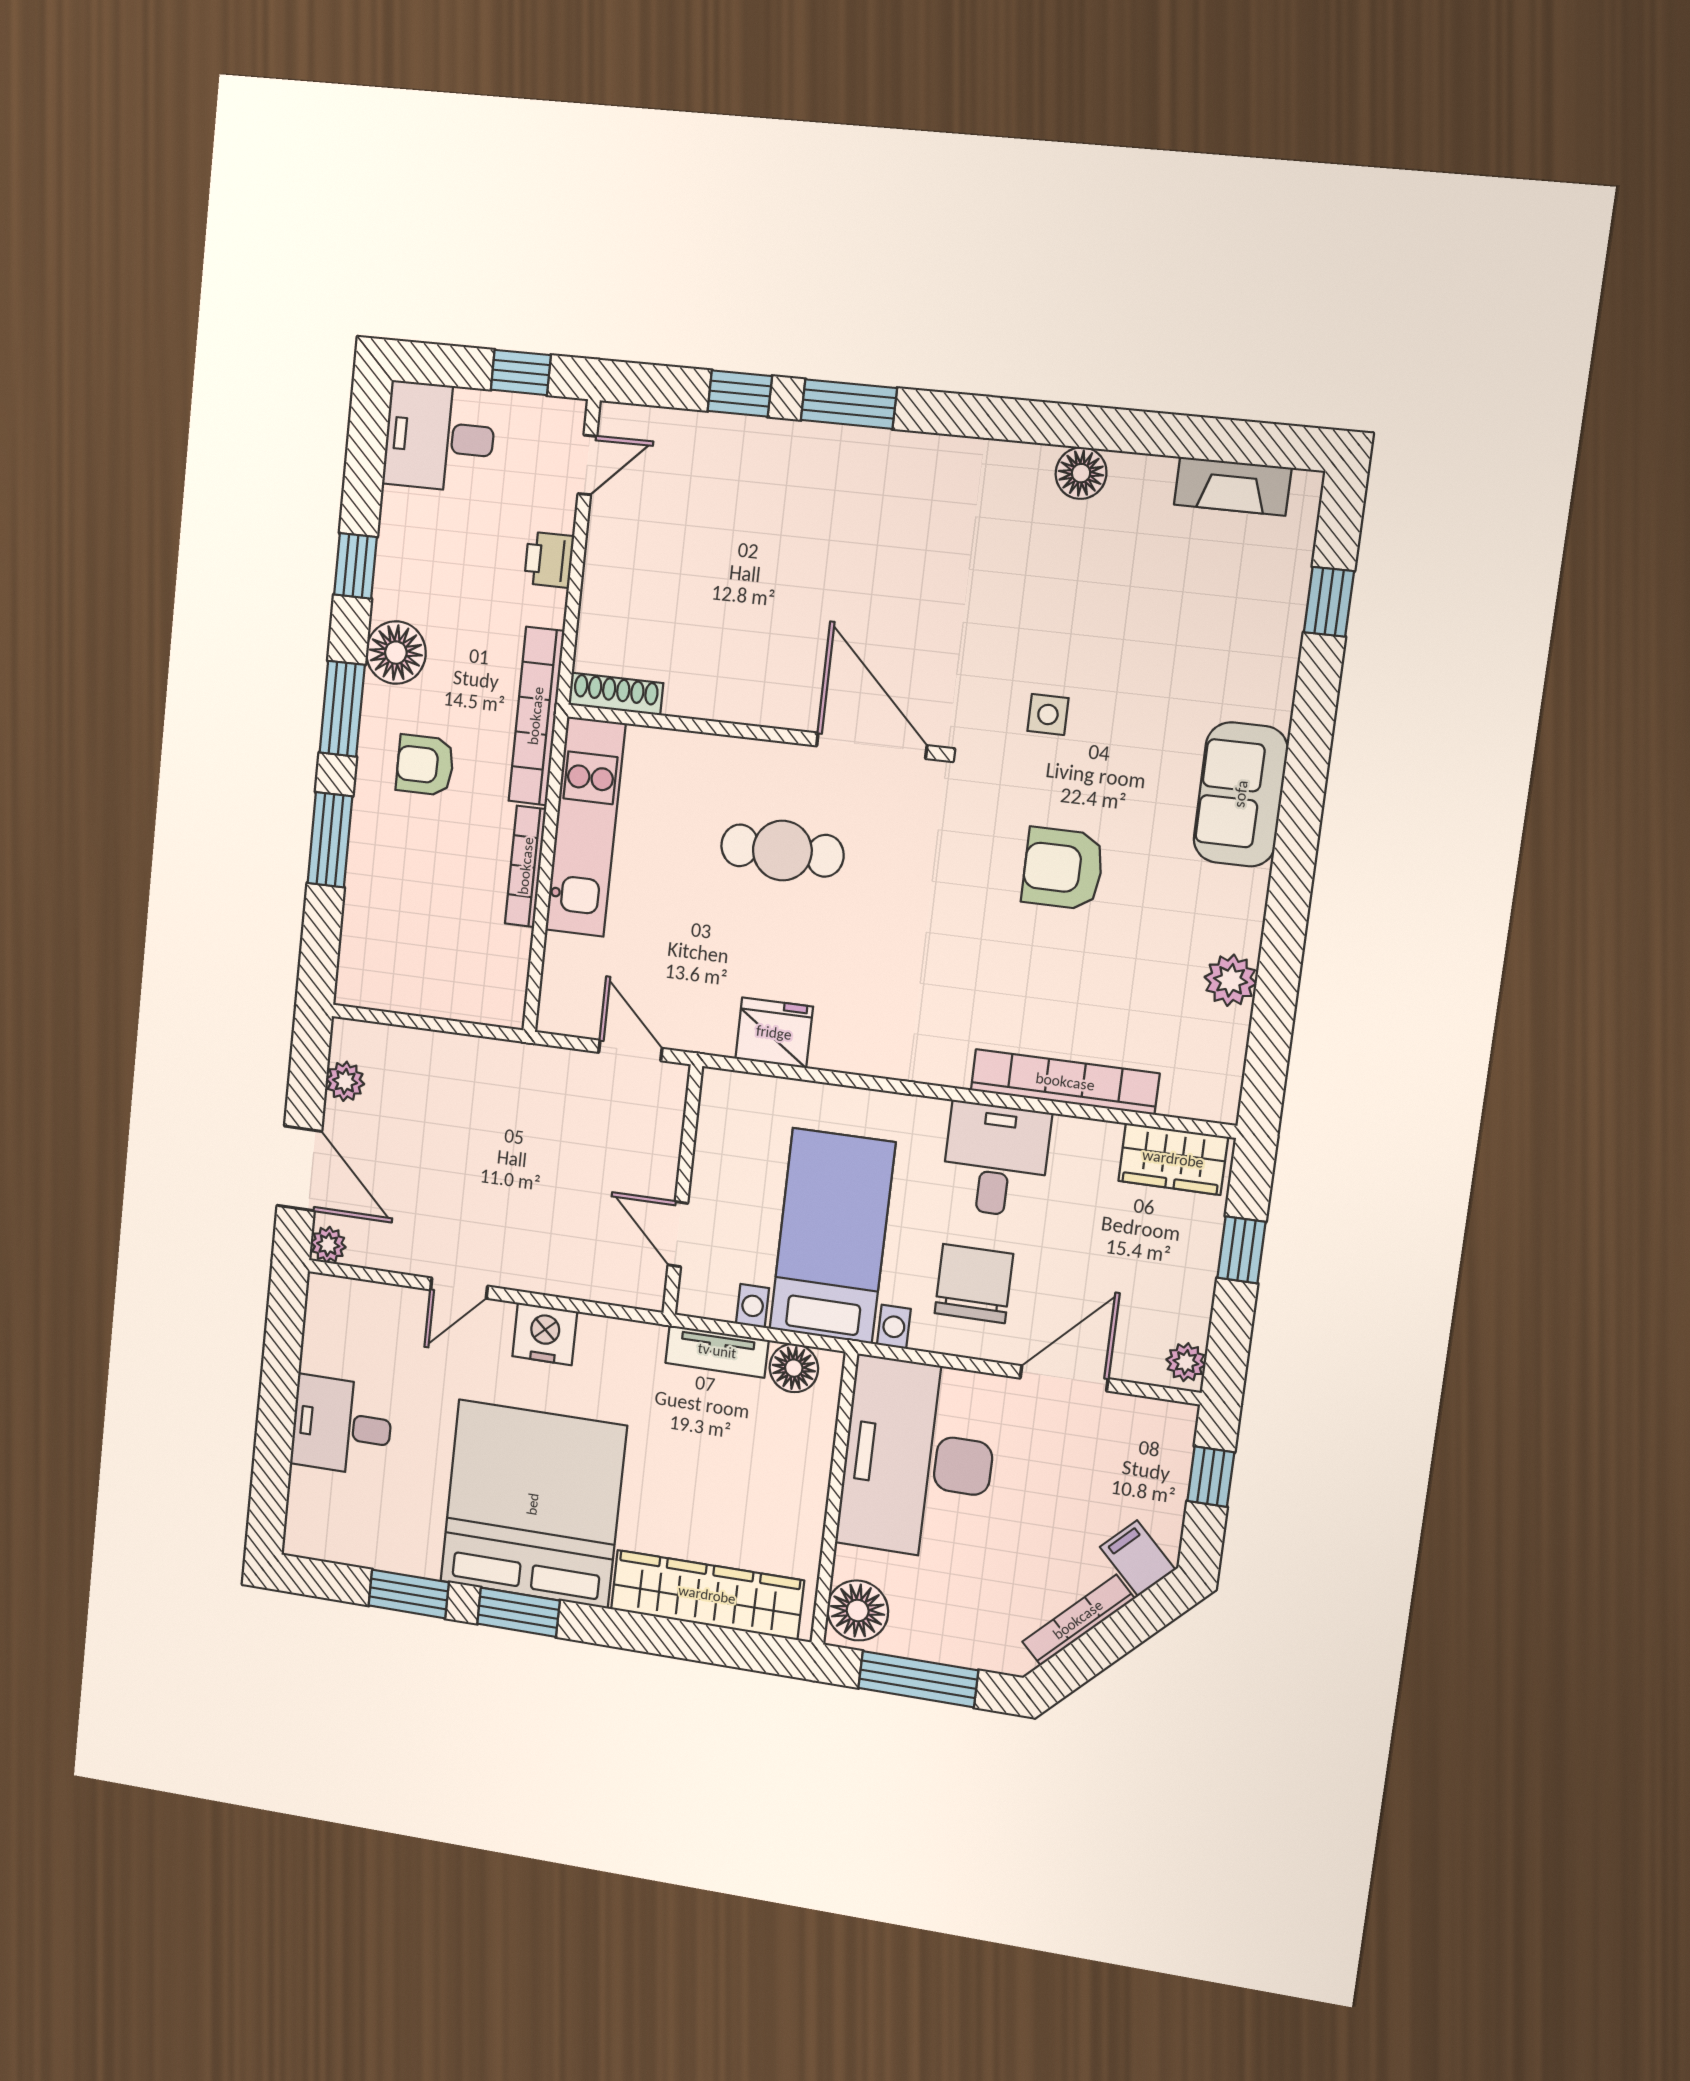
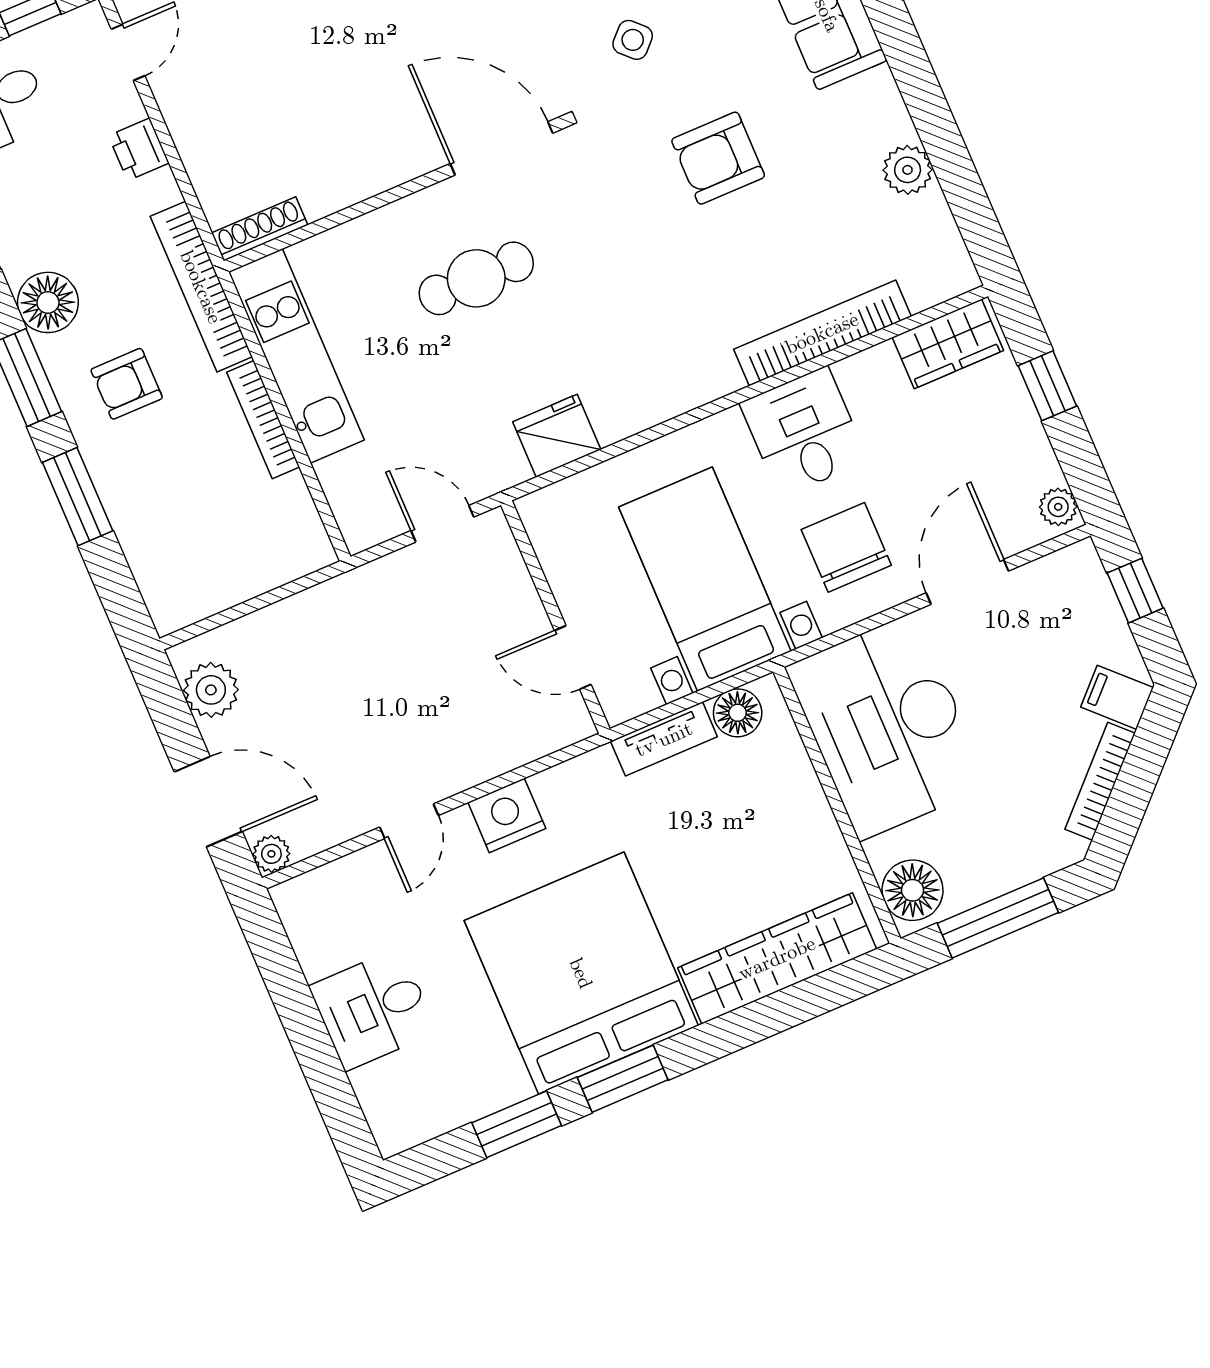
side table: (1048, 714) -> (633, 40), turned 45
plant: (345, 1081) -> (211, 690), width x1.38, depth x1.38

